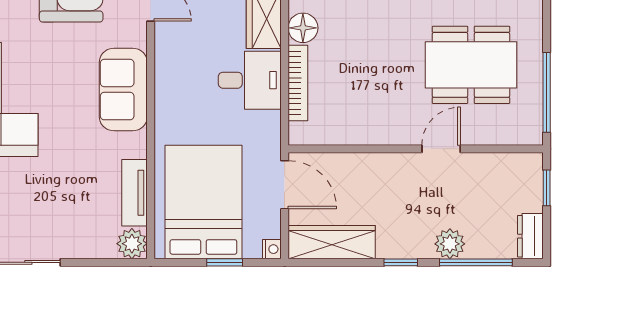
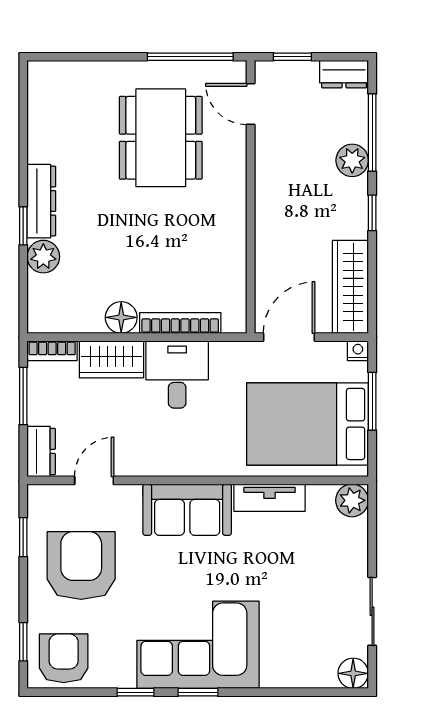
door: (441, 149) -> (251, 104), moved
tv unit: (135, 193) -> (270, 498), moved
window: (225, 262) -> (372, 401), width x1.50

